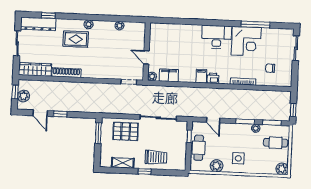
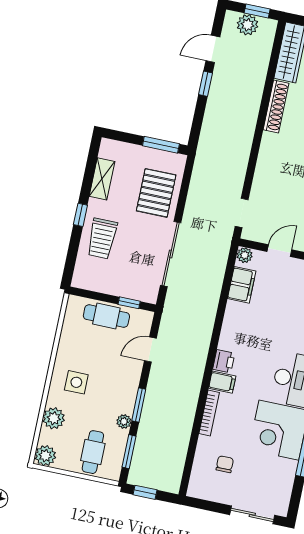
filing cabinet: (201, 76) -> (222, 382), moved
plant: (217, 166) -> (54, 418), moved

